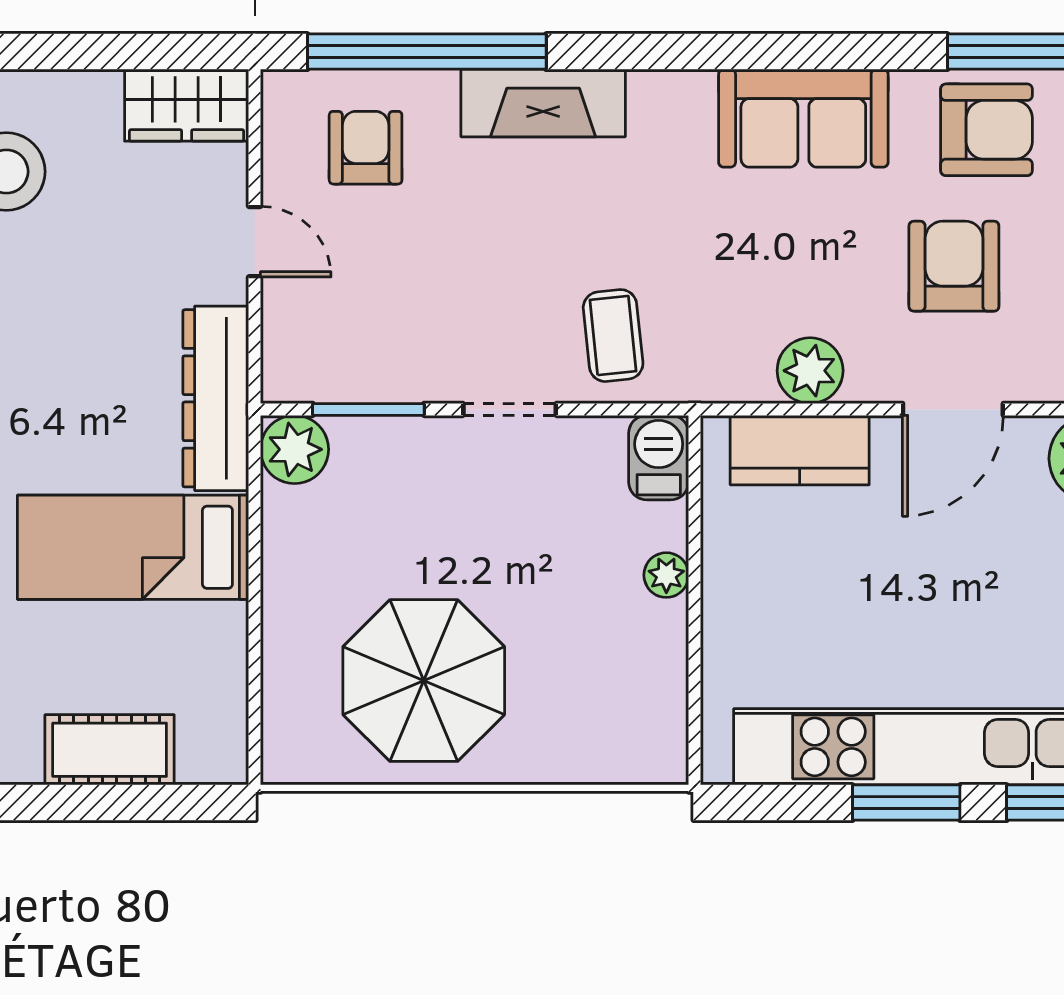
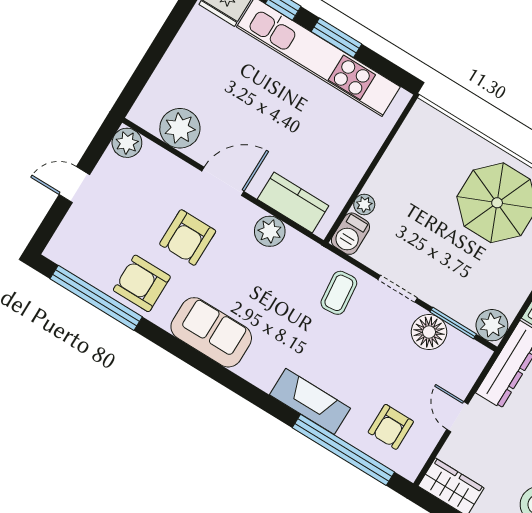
floor lamp: (403, 365) -> (429, 332), added
plant: (666, 575) -> (364, 205), moved

